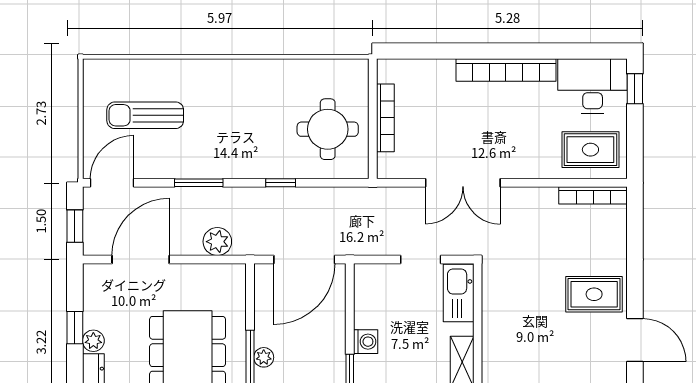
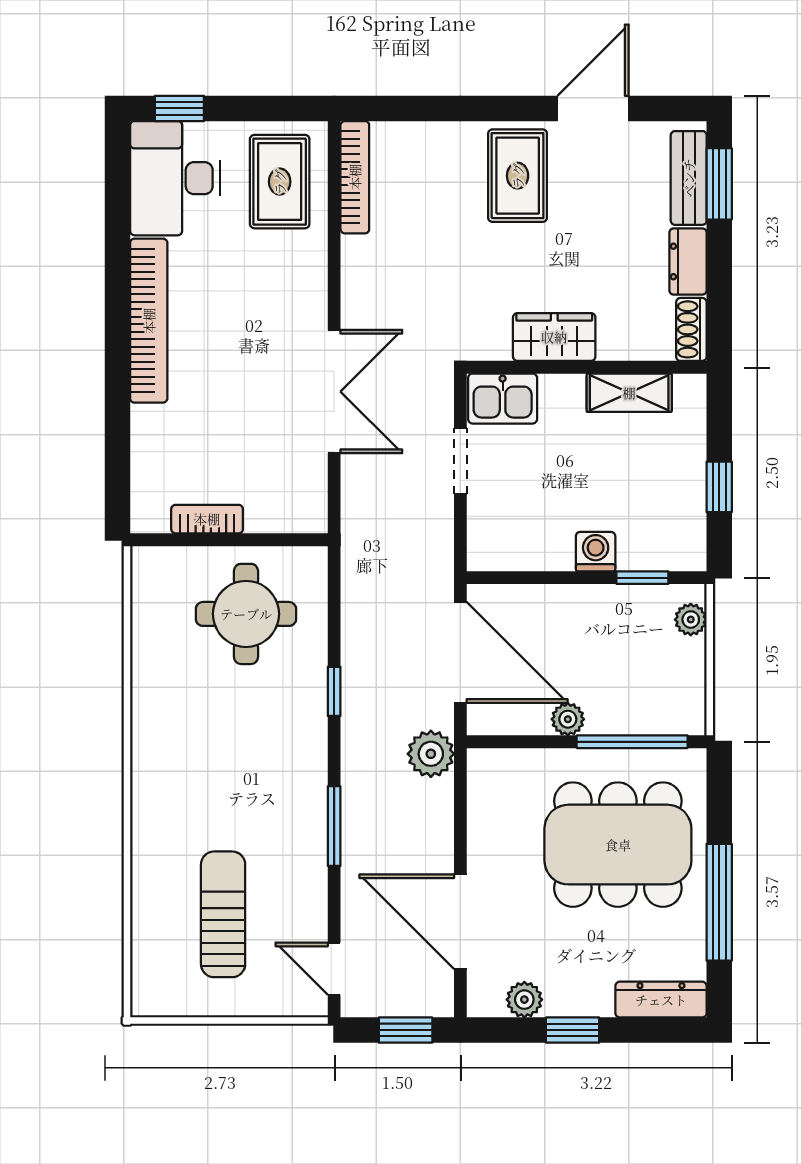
sun lounger: (145, 115) -> (223, 914), turned 180
bookcase: (385, 118) -> (207, 519), width x0.64
door: (112, 183) -> (334, 969), width x0.73
plant: (217, 242) -> (431, 754), moved
kitchen sink: (459, 293) -> (503, 399), width x0.73
wardrobe: (496, 316) -> (554, 337), added
plant: (93, 341) -> (524, 1000), moved
plant: (264, 357) -> (568, 719), moved

